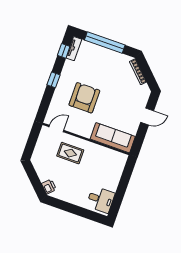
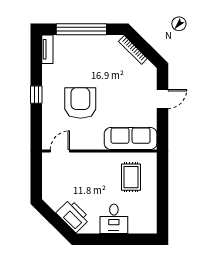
window: (64, 51) -> (36, 56), removed
rug: (70, 153) -> (131, 177), moved, turned 90
printer: (49, 187) -> (73, 216), width x1.87, depth x1.48
desk: (101, 200) -> (114, 219), moved, turned 90

